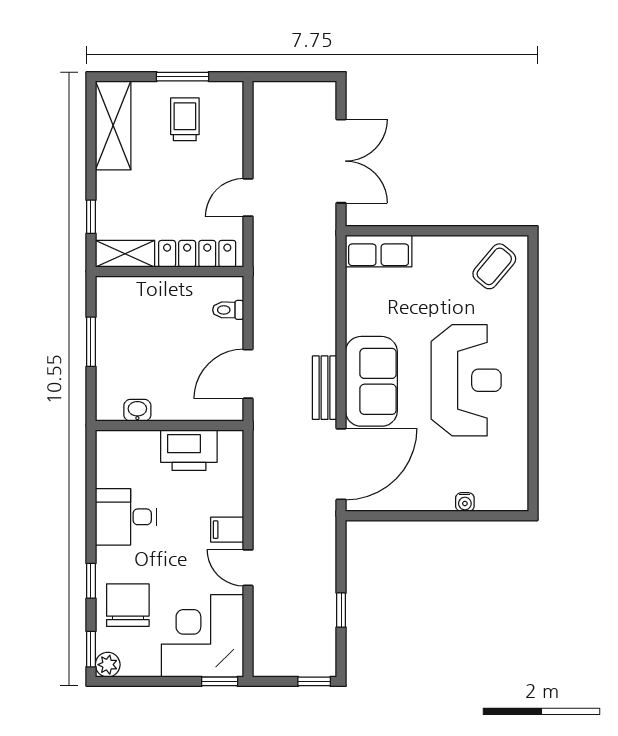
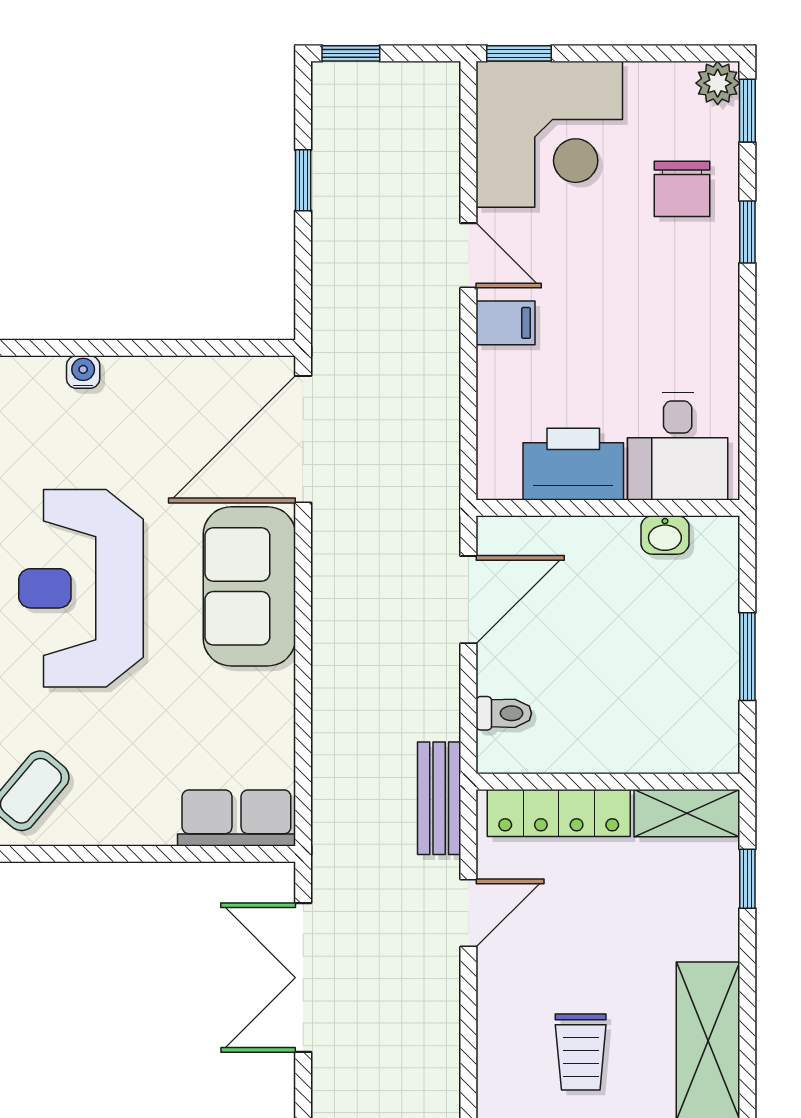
bench: (325, 388) -> (439, 798), moved
desk: (126, 517) -> (678, 446), moved, turned 90
chair: (128, 605) -> (682, 189), width x0.73, depth x0.73

